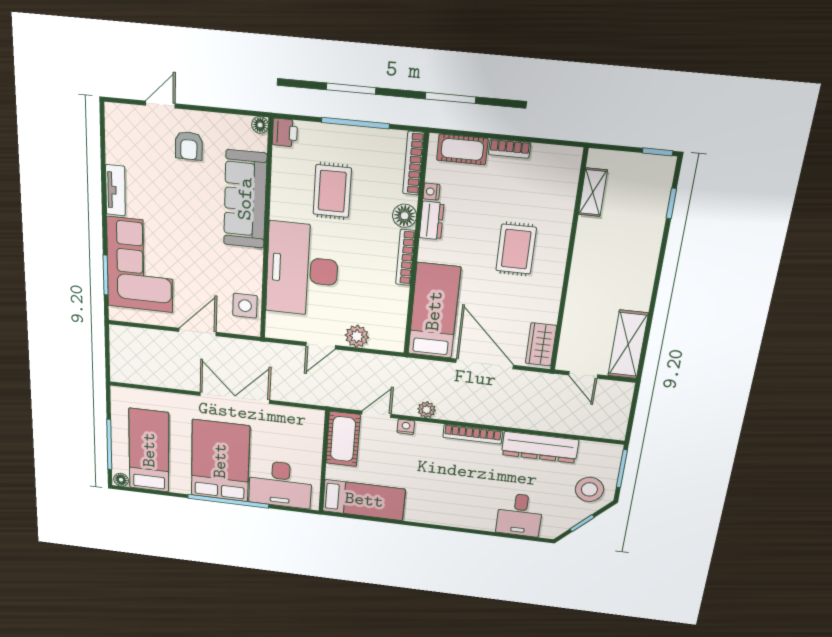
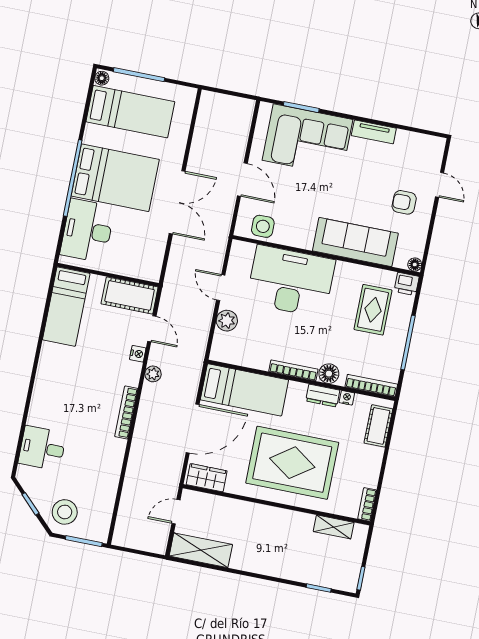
bookcase: (510, 149) -> (367, 504), moved
rug: (332, 191) -> (373, 310), moved, turned 90
rug: (516, 249) -> (292, 463), width x1.86, depth x2.06
dresser: (540, 447) -> (109, 471), removed

